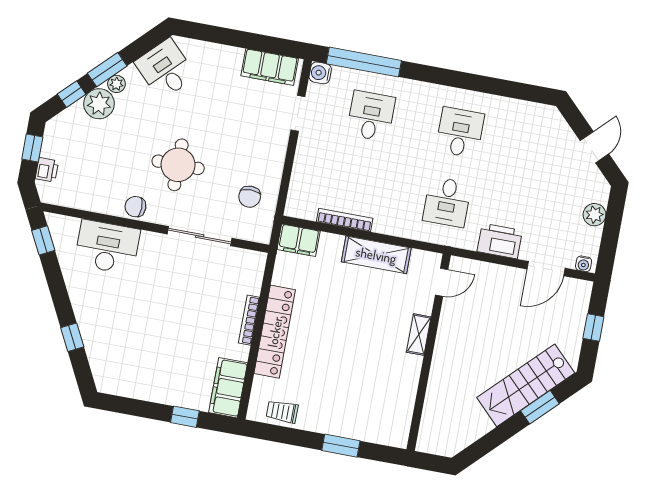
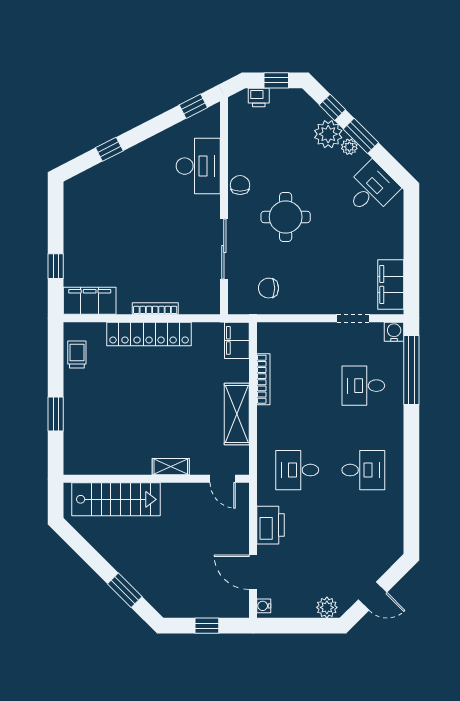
desk: (371, 116) -> (363, 386), turned 180
plant: (594, 215) -> (327, 607), moved
stairs: (526, 385) -> (116, 499), moved, turned 135

